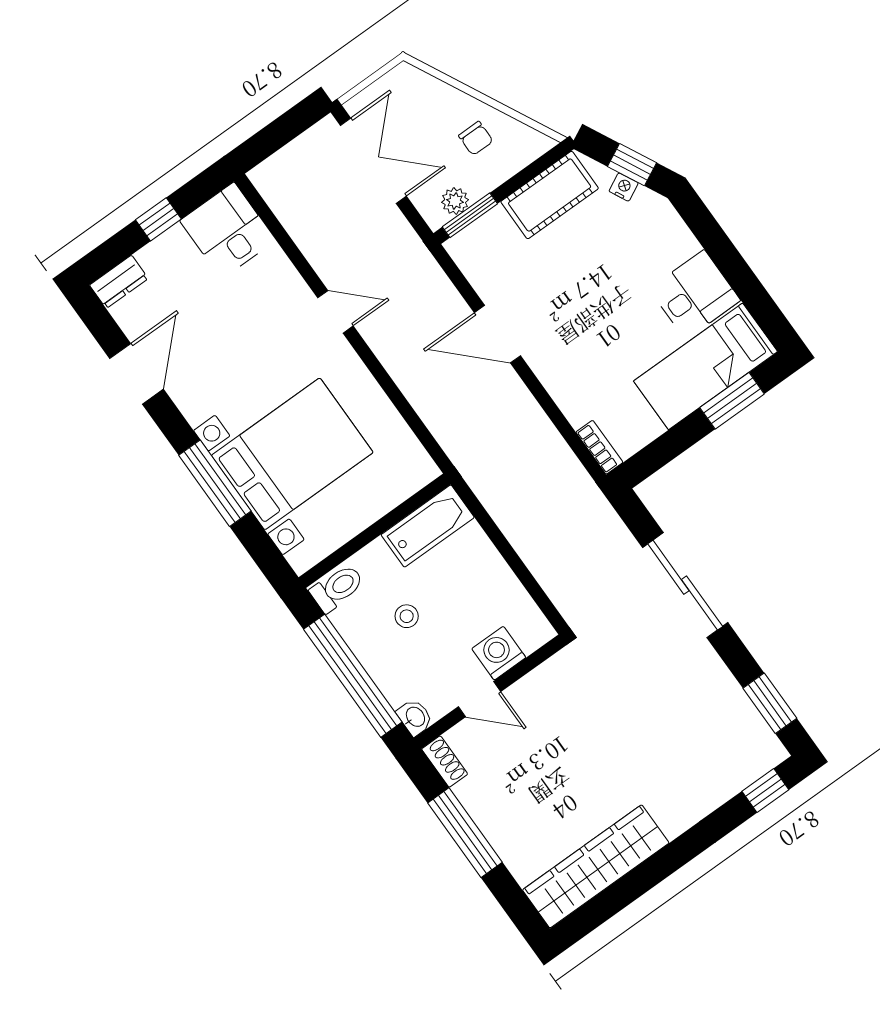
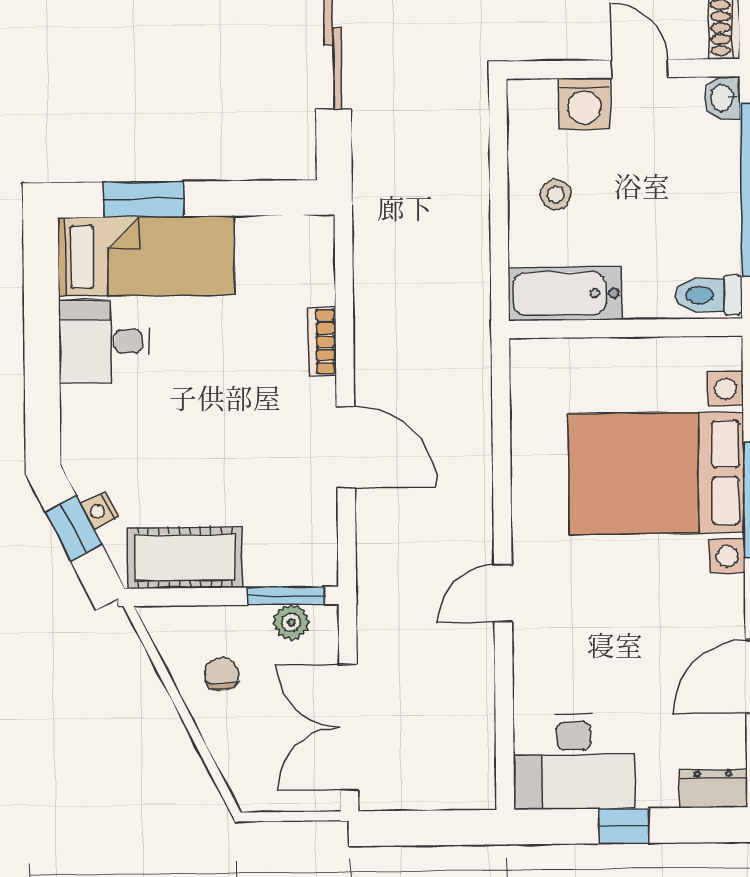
desk: (228, 230) -> (574, 762), width x1.37
door: (335, 312) -> (503, 593), hinge flipped
bookcase: (599, 447) -> (322, 342), moved
stool: (407, 616) -> (556, 195), moved

